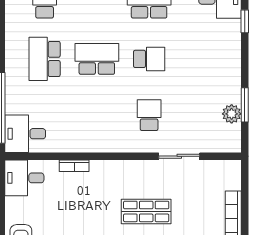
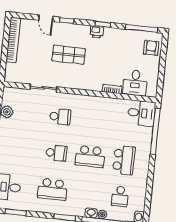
school desk: (149, 59) -> (56, 153), turned 180
school desk: (149, 115) -> (60, 117), turned -90
desk: (24, 178) -> (135, 83), moved, turned 90

